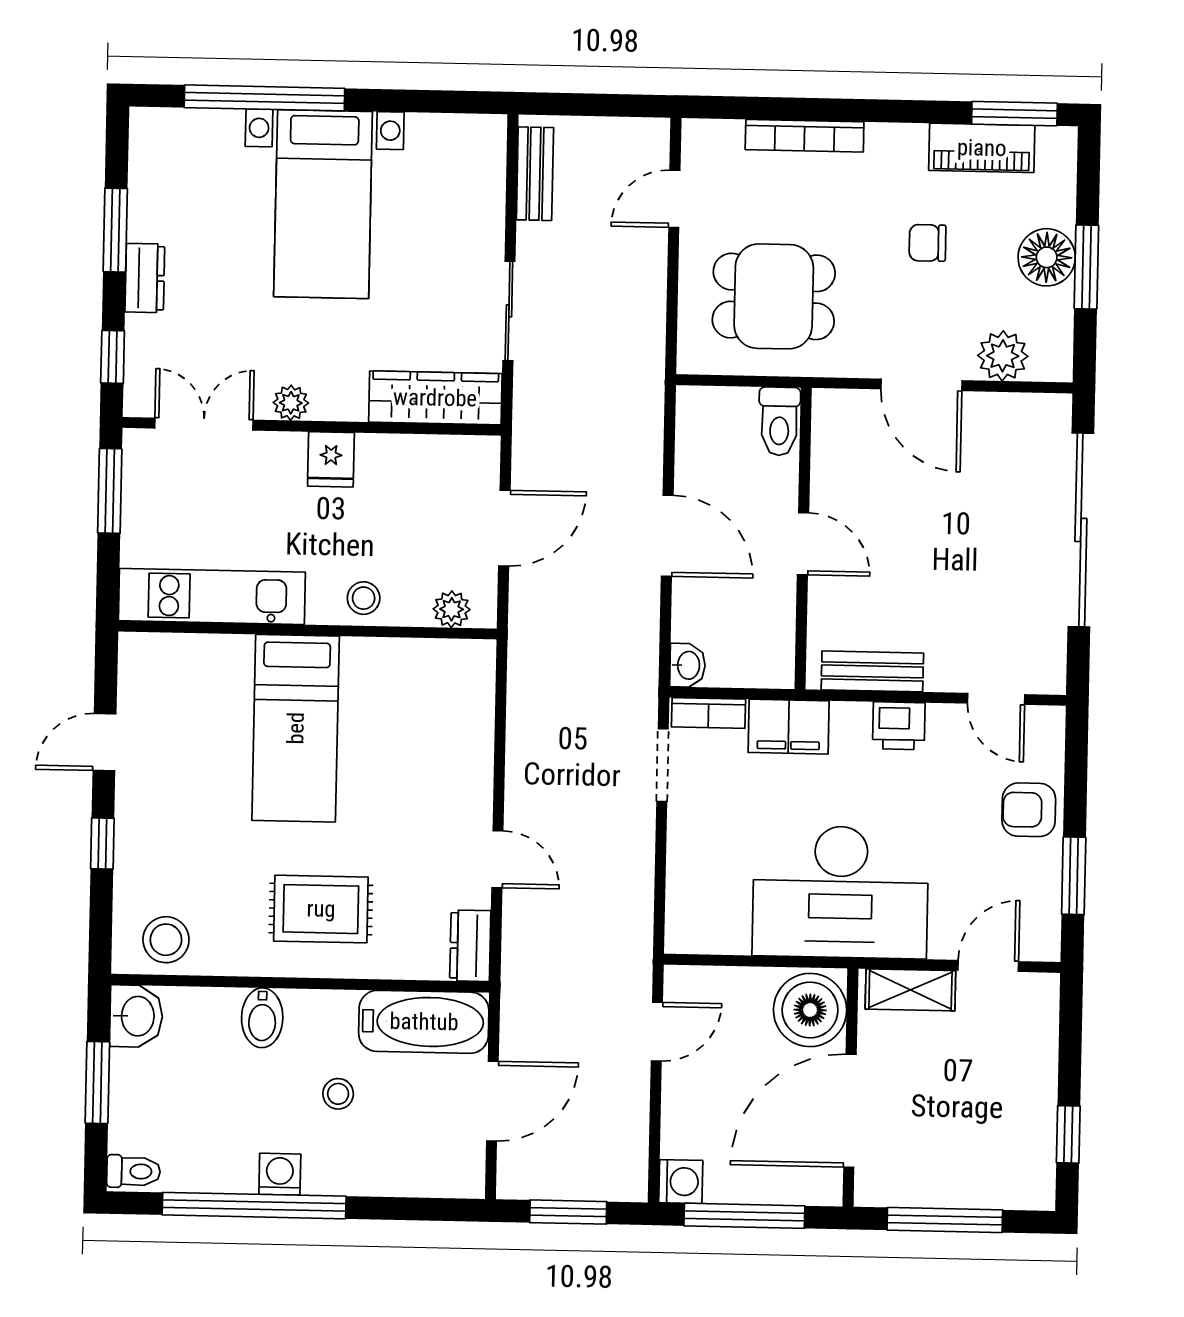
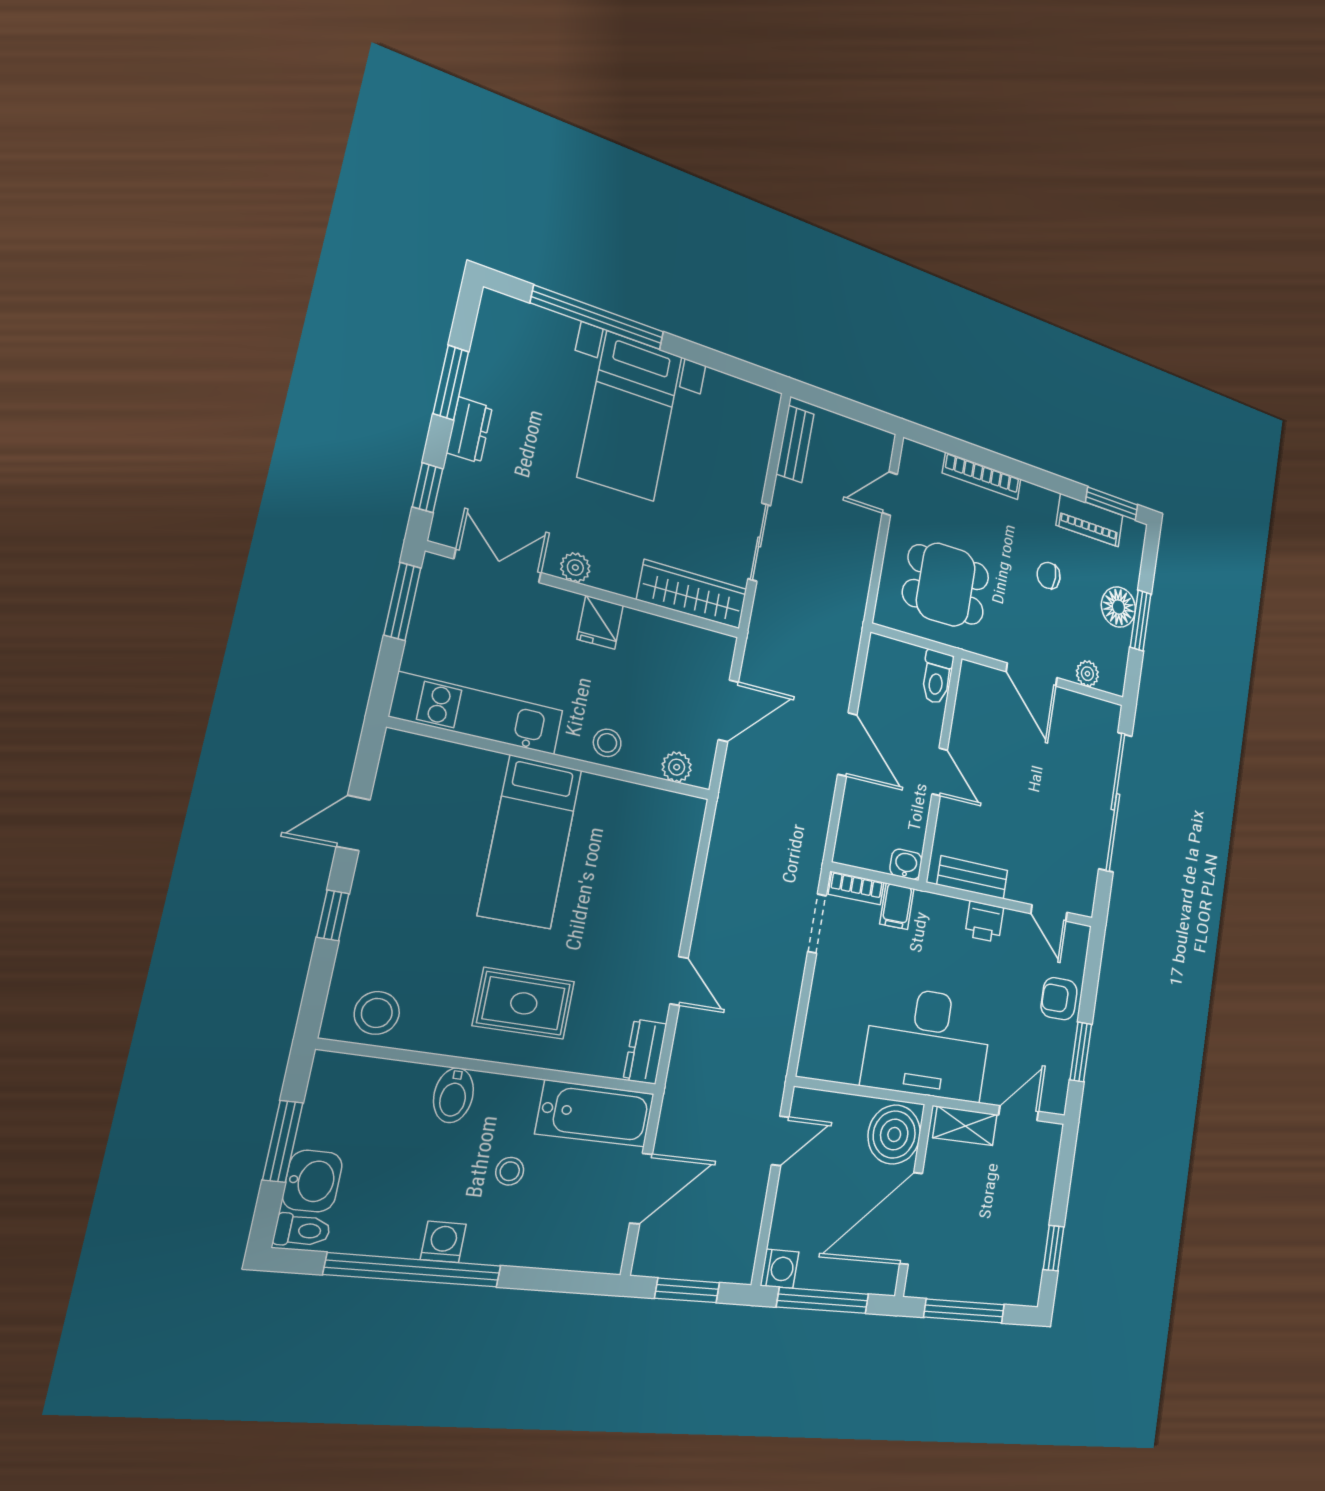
plant: (1003, 356) -> (1087, 674), width x0.73, depth x0.73
washbasin: (688, 665) -> (906, 864), moved, turned -90
filing cabinet: (789, 727) -> (897, 906), width x0.50
washbasin: (136, 1016) -> (312, 1181), moved

